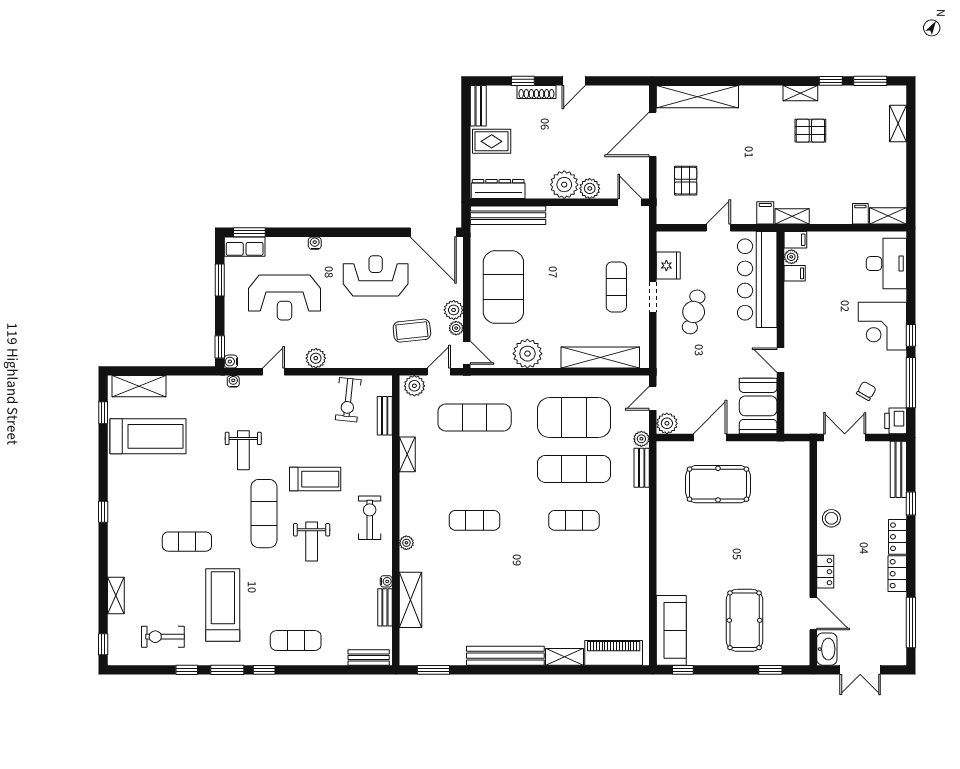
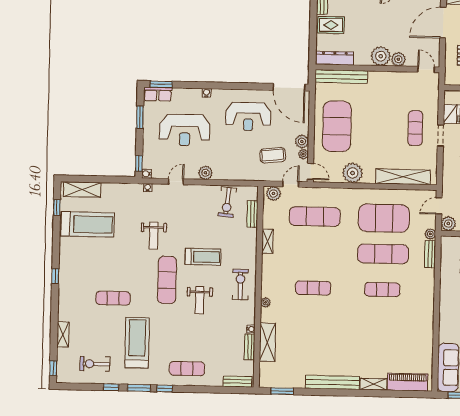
reception desk: (376, 276) -> (248, 117), turned 180

